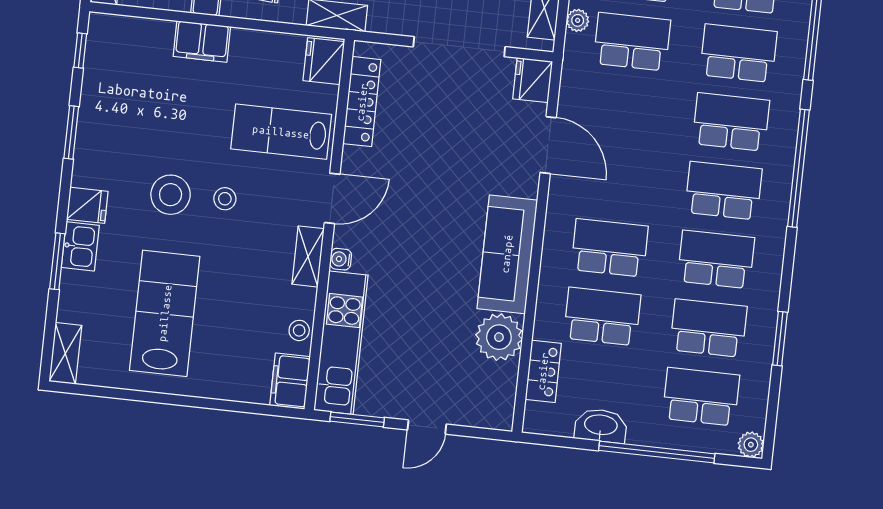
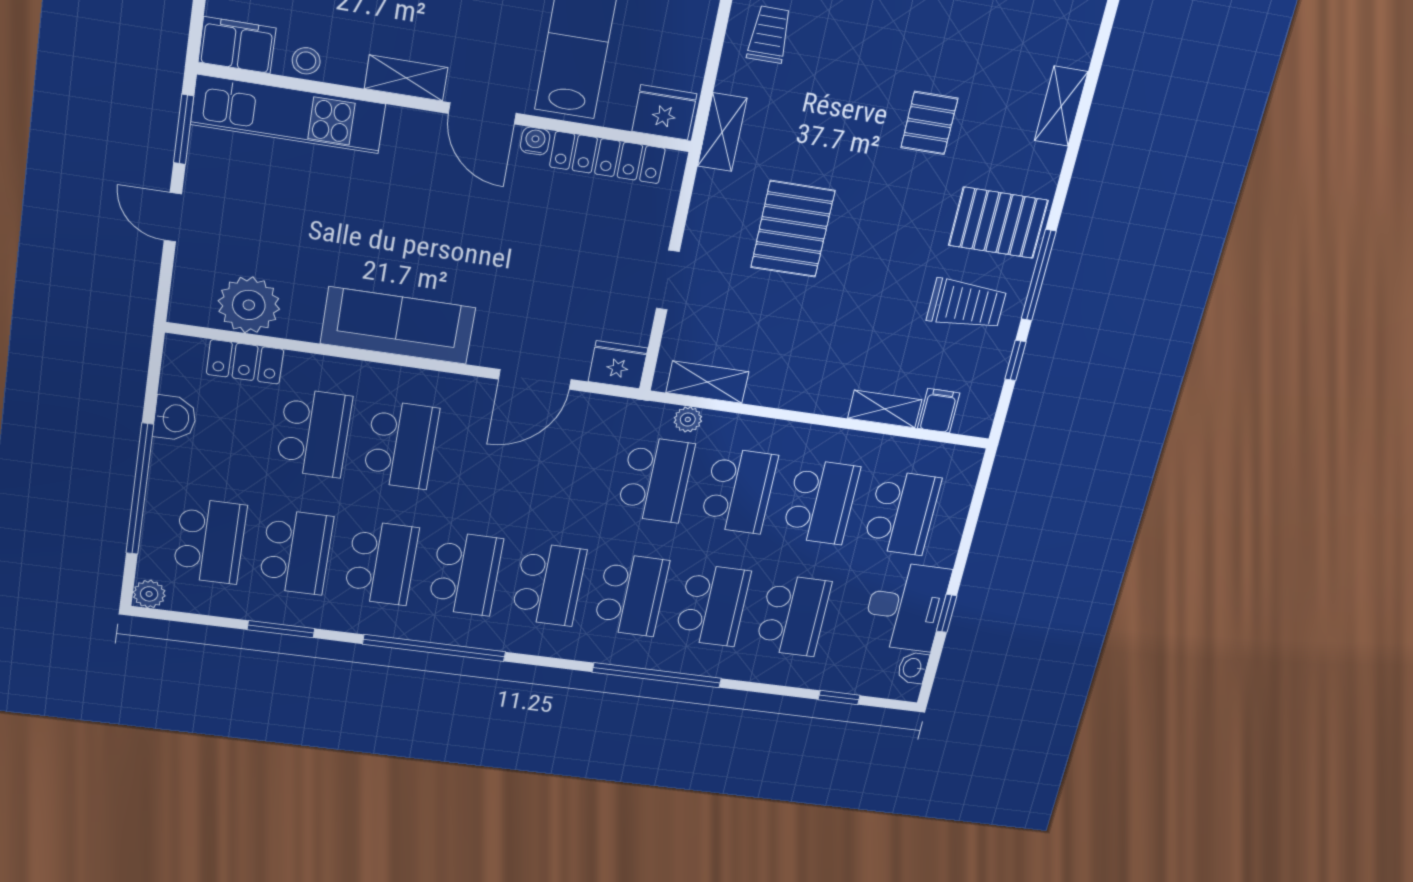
doorway: (459, 47) -> (668, 280), width x0.53
window: (798, 168) -> (434, 648), moved
water cooler: (341, 259) -> (535, 141), moved
plant: (499, 337) -> (249, 305), moved
washbasin: (601, 426) -> (175, 418), width x0.72

